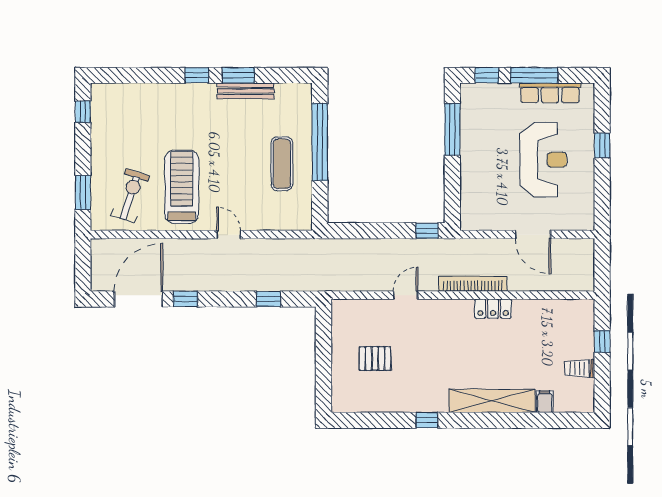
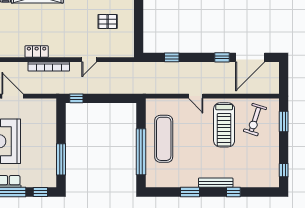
window: (197, 75) -> (233, 192), moved
bench: (246, 91) -> (216, 183), moved
exercise mat: (282, 164) -> (164, 139), width x1.36, depth x1.45

